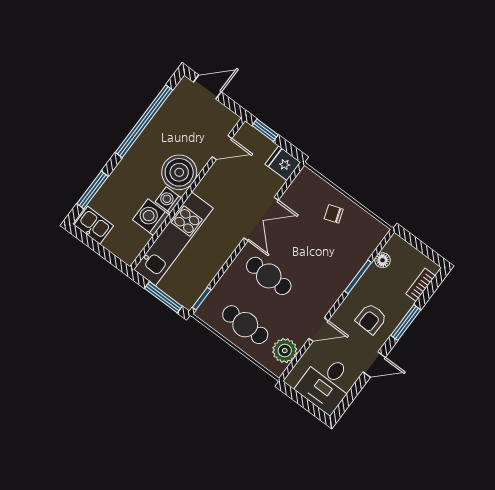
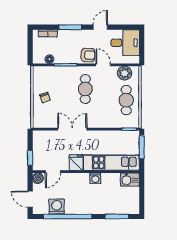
door: (222, 148) -> (53, 172), swing flipped
fridge: (283, 163) -> (76, 162), moved, turned 180
boiler: (179, 172) -> (38, 178), moved, width x0.54, depth x0.54
washing machine: (151, 217) -> (57, 207), moved, turned 180
kitchen sink: (94, 225) -> (130, 180), moved, turned -90
cafe table: (269, 276) -> (85, 89), moved
armchair: (371, 319) -> (88, 55), moved
door: (374, 365) -> (100, 27), hinge flipped

